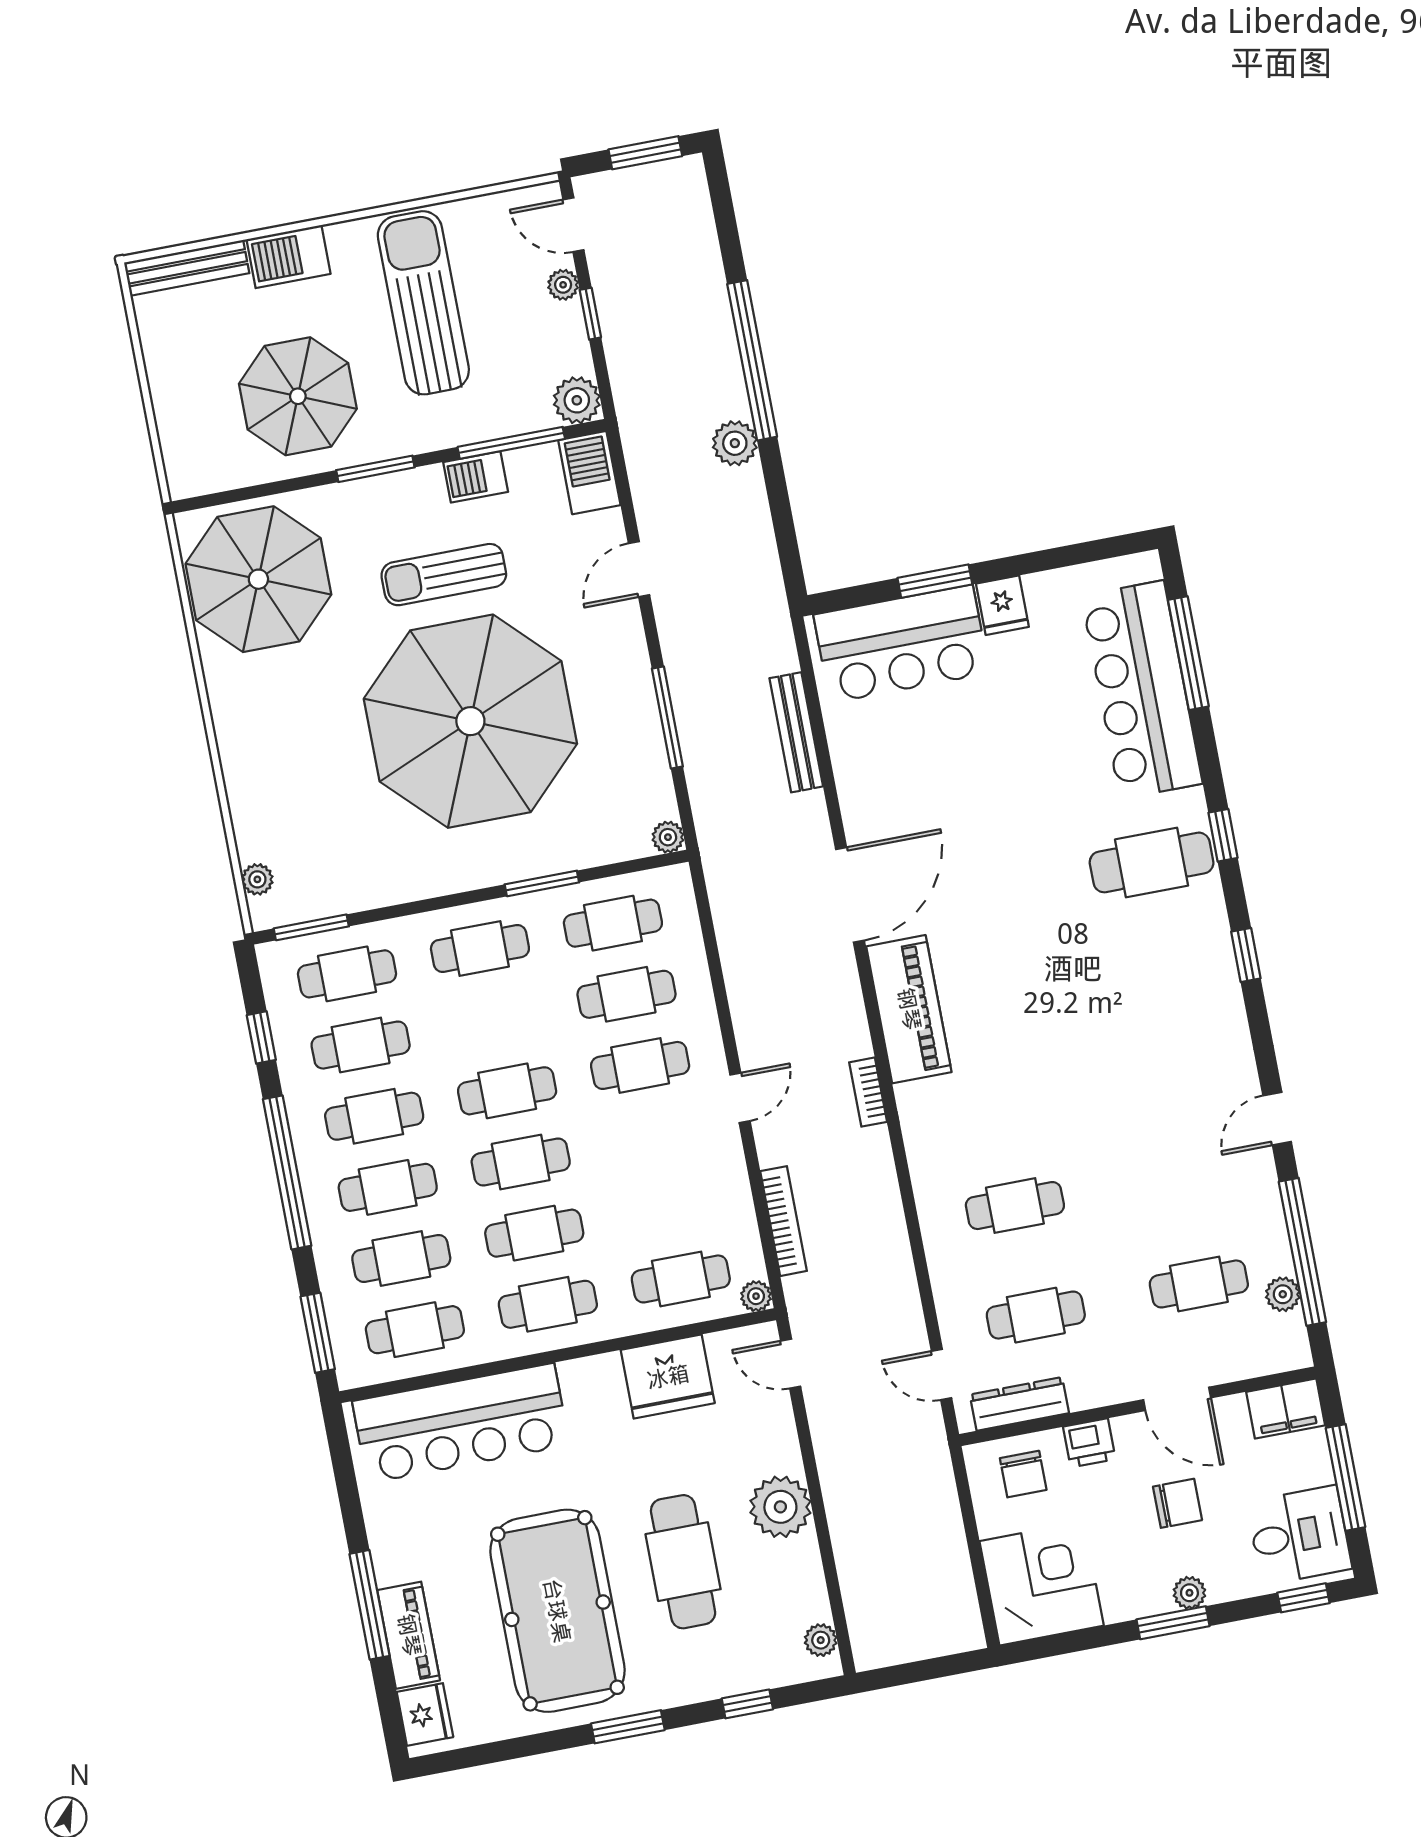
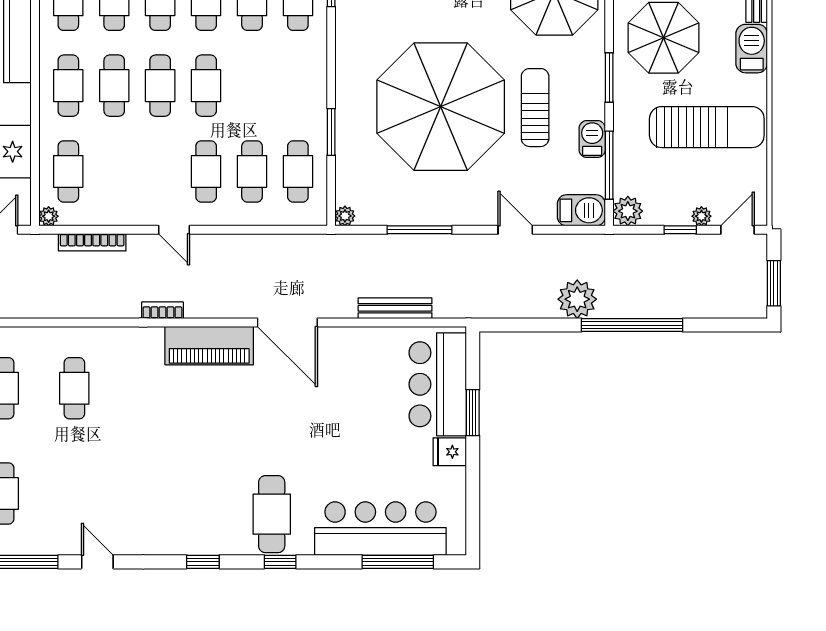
plant: (735, 443) -> (577, 299), width x1.36, depth x1.36
cafe table: (480, 949) -> (298, 86), removed

